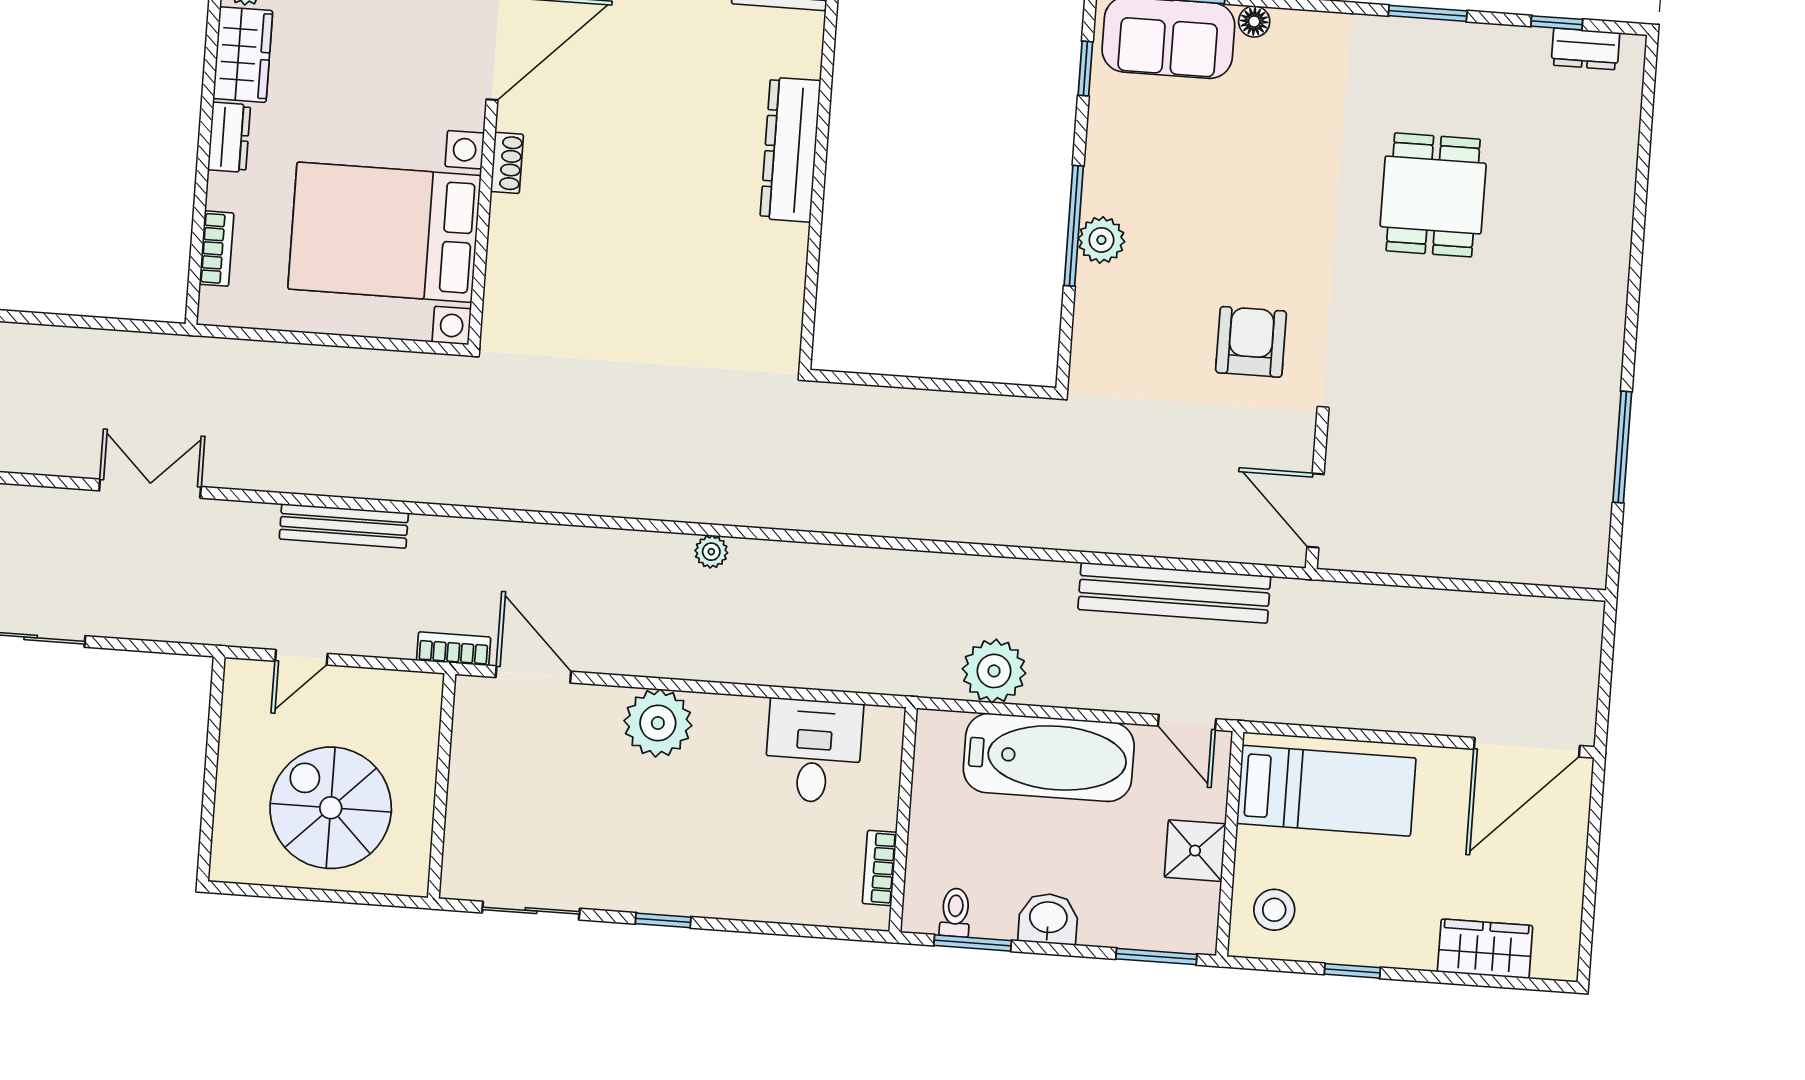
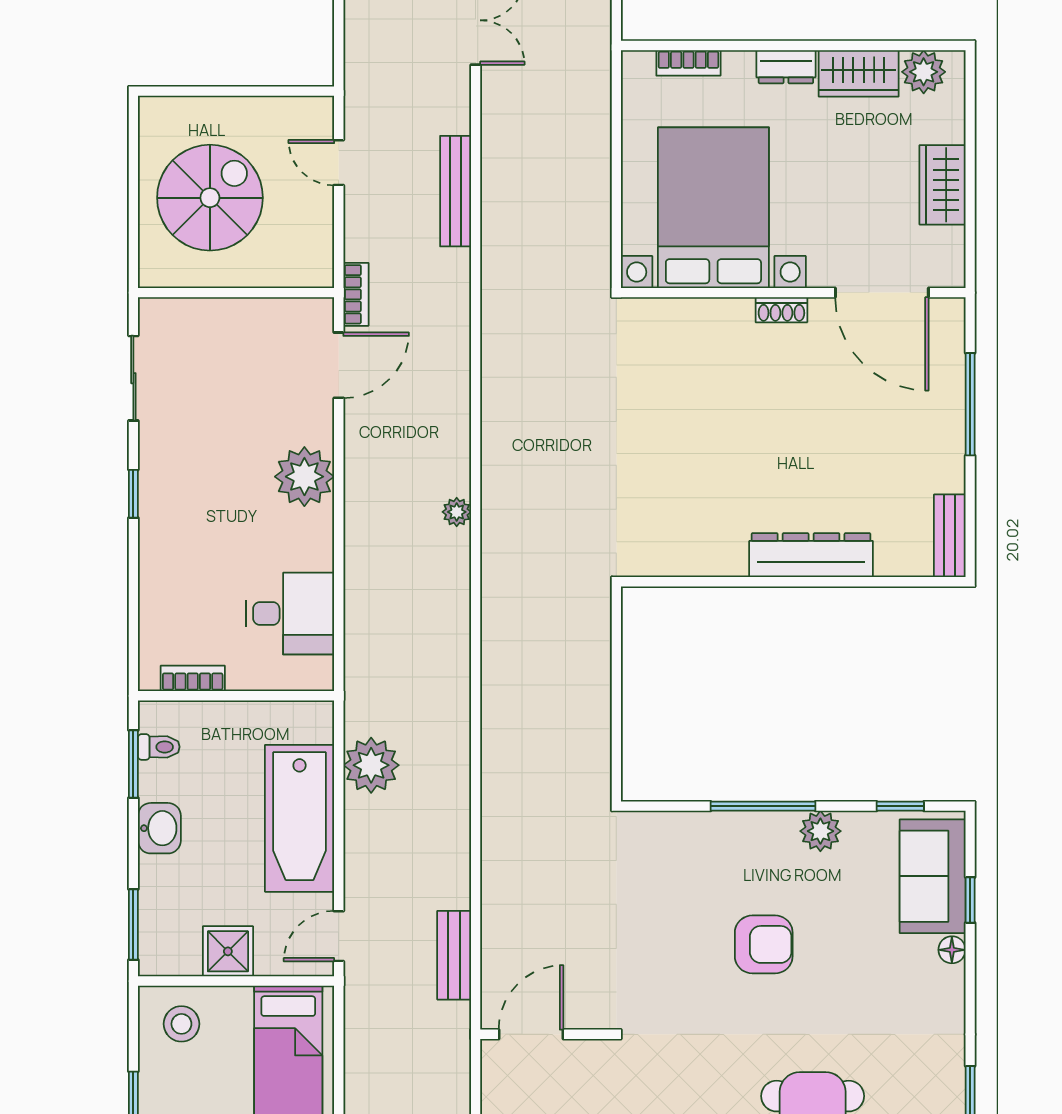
plant: (1101, 240) -> (820, 831), moved
armchair: (1251, 342) -> (764, 944), moved
bench: (1174, 593) -> (454, 955), width x0.54, depth x0.82

